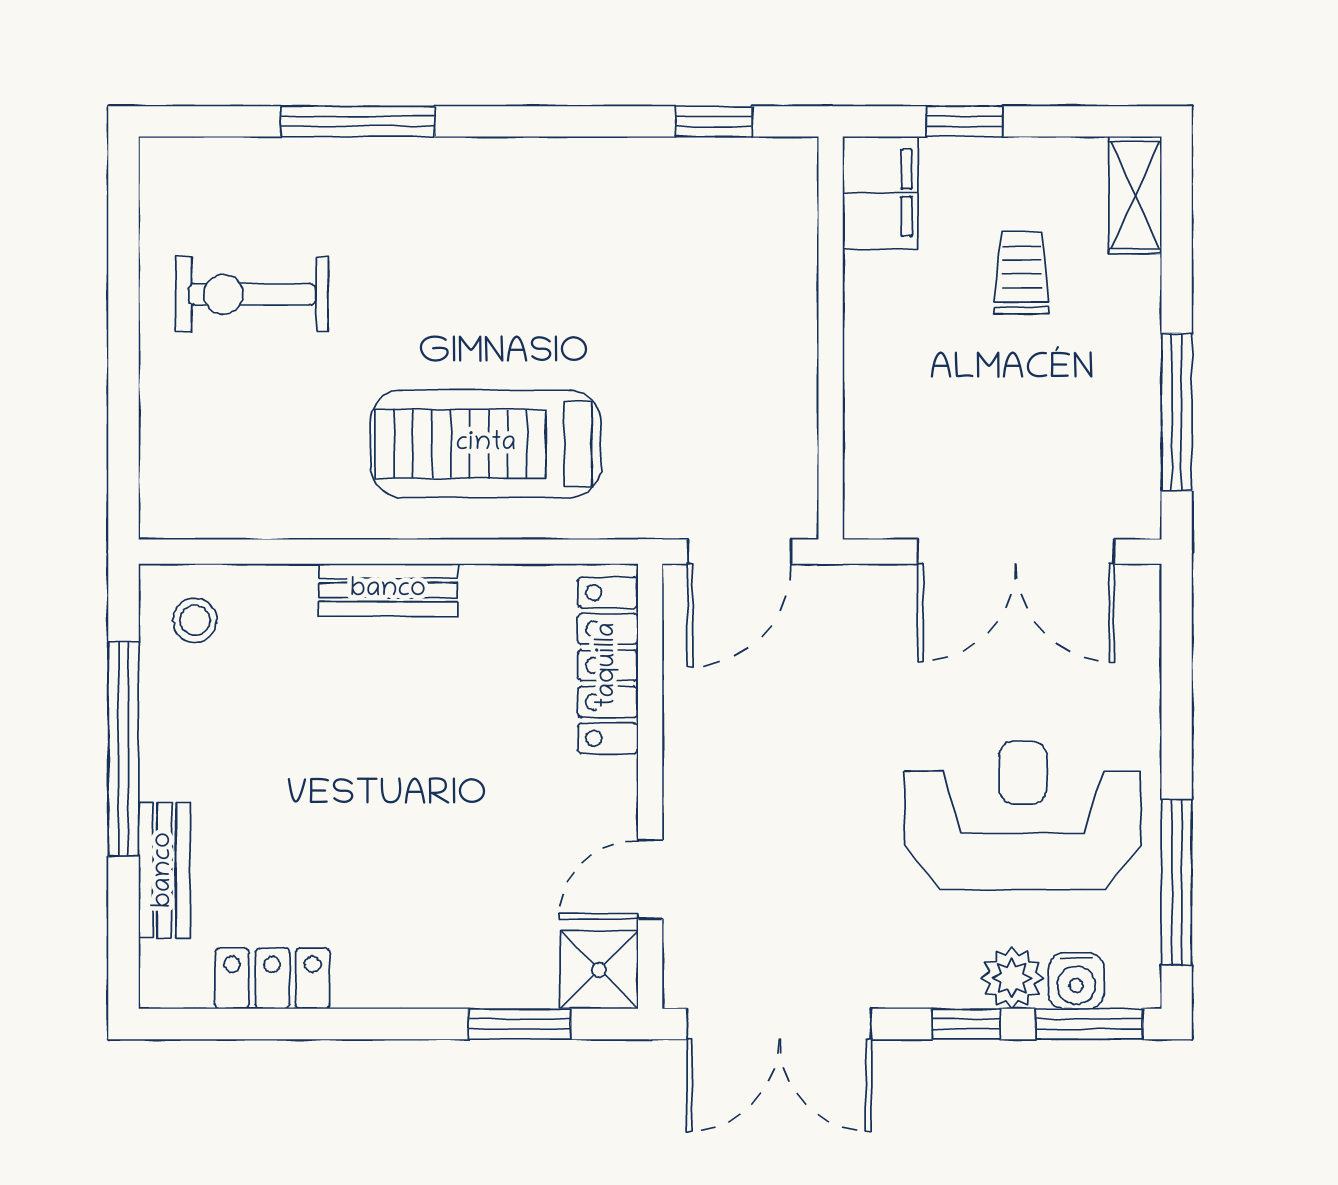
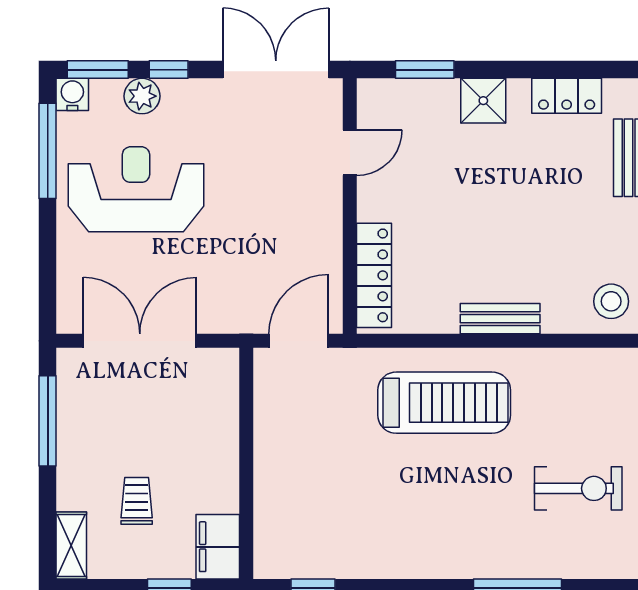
trolley: (1022, 273) -> (137, 501), turned 180
stool: (195, 620) -> (611, 301), width x1.37, depth x1.37
reception desk: (1023, 816) -> (136, 189), turned 180
shower: (599, 970) -> (483, 101), moved
water cooler: (1076, 981) -> (72, 94), moved

